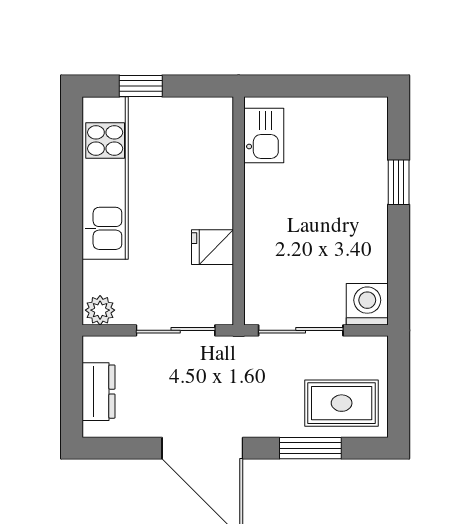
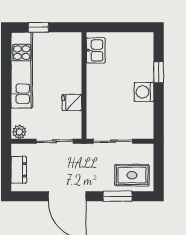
washing machine: (367, 304) -> (144, 92), moved, turned -90

